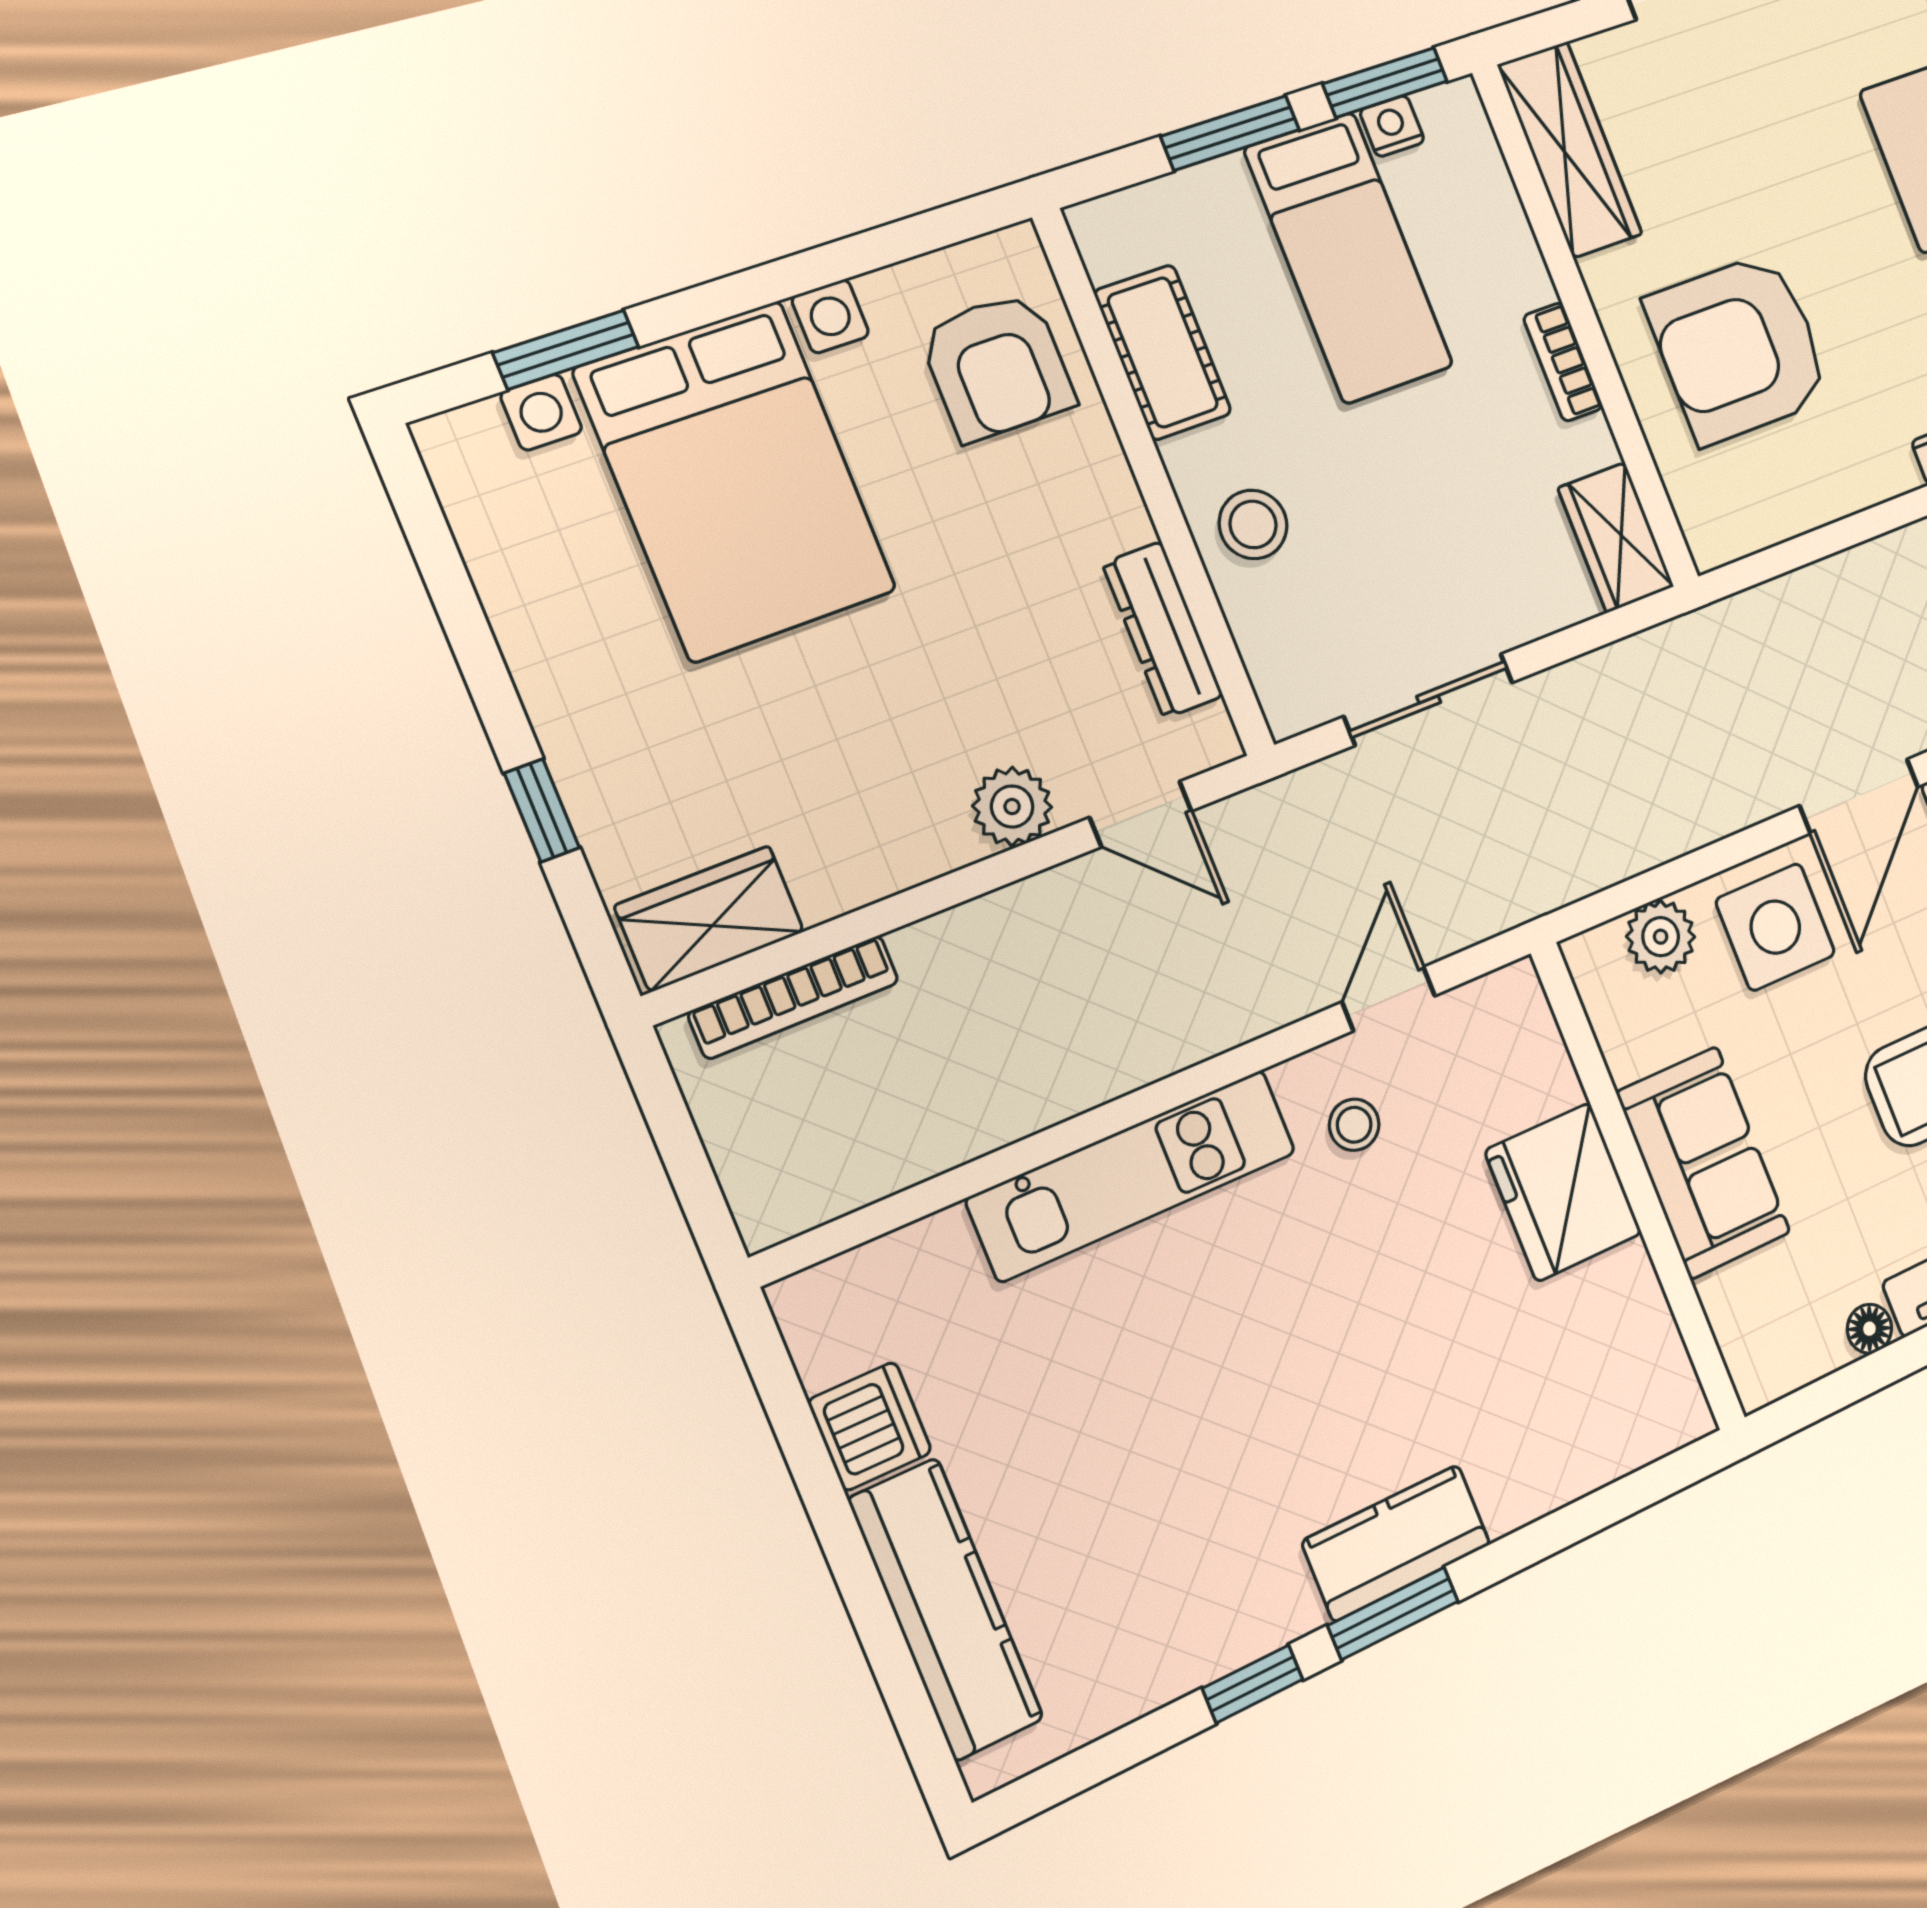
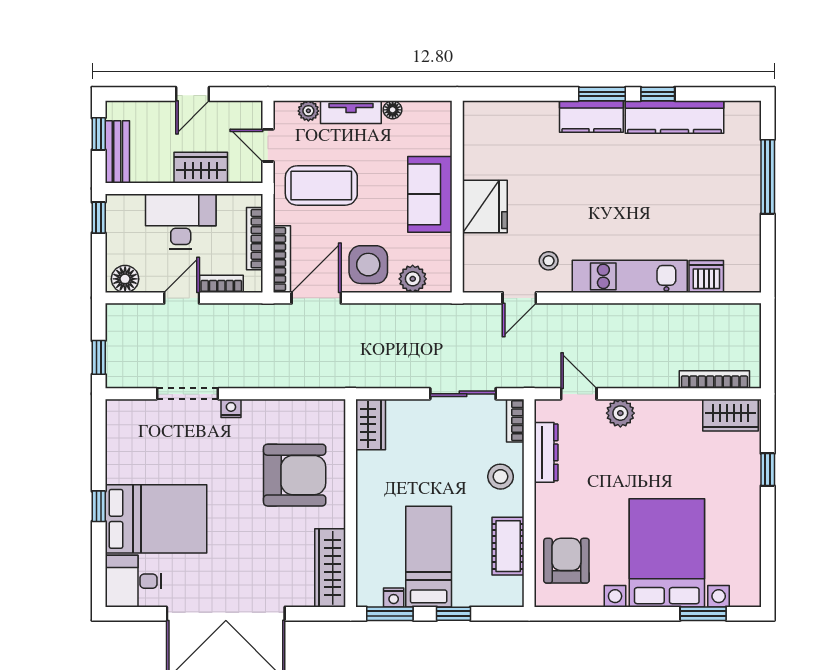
window: (1230, 133) -> (454, 614), width x0.67
bookcase: (1563, 362) -> (515, 421), moved, turned 180
dishwasher: (870, 1426) -> (706, 276), moved, turned 90
window: (870, 1608) -> (768, 177), added
kitchen counter: (946, 1609) -> (675, 117), moved, turned -90

